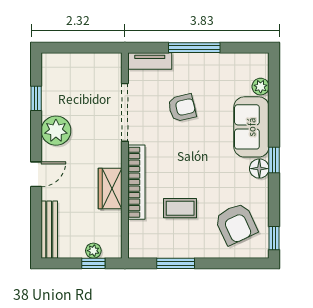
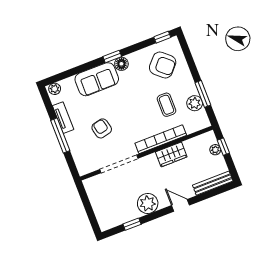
tv unit: (150, 61) -> (63, 118), moved
plant: (261, 87) -> (55, 89), moved
armchair: (236, 224) -> (163, 65), turned 67
plant: (167, 247) -> (195, 103), added

